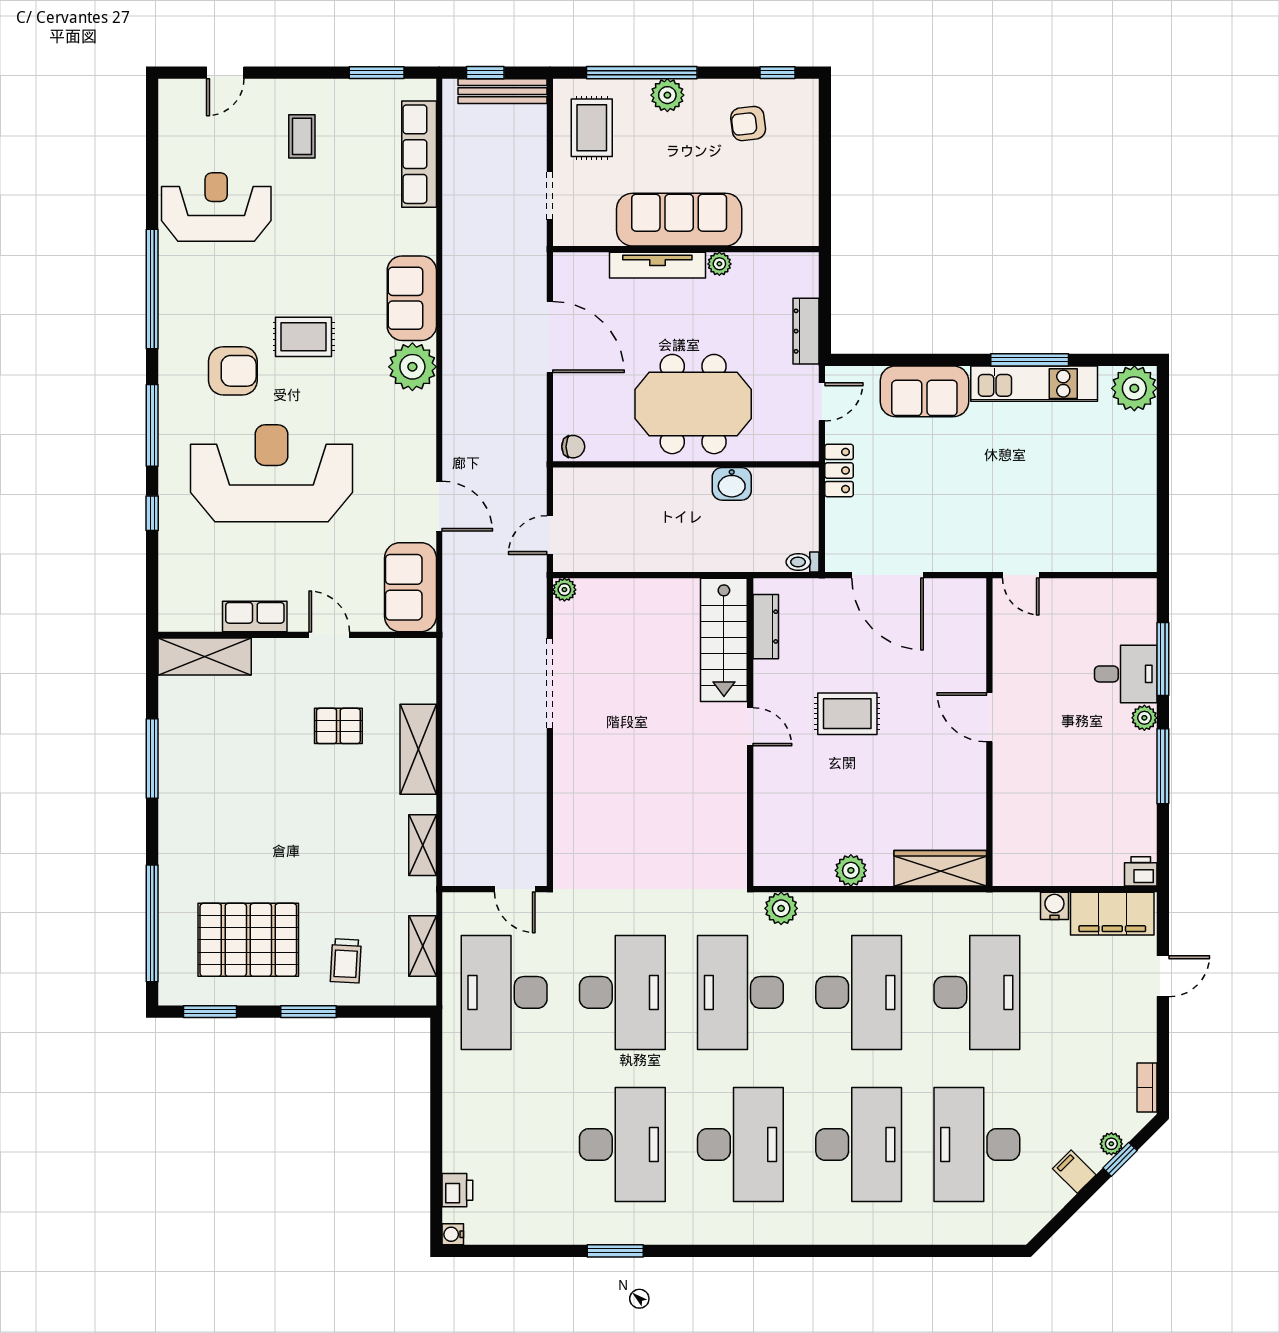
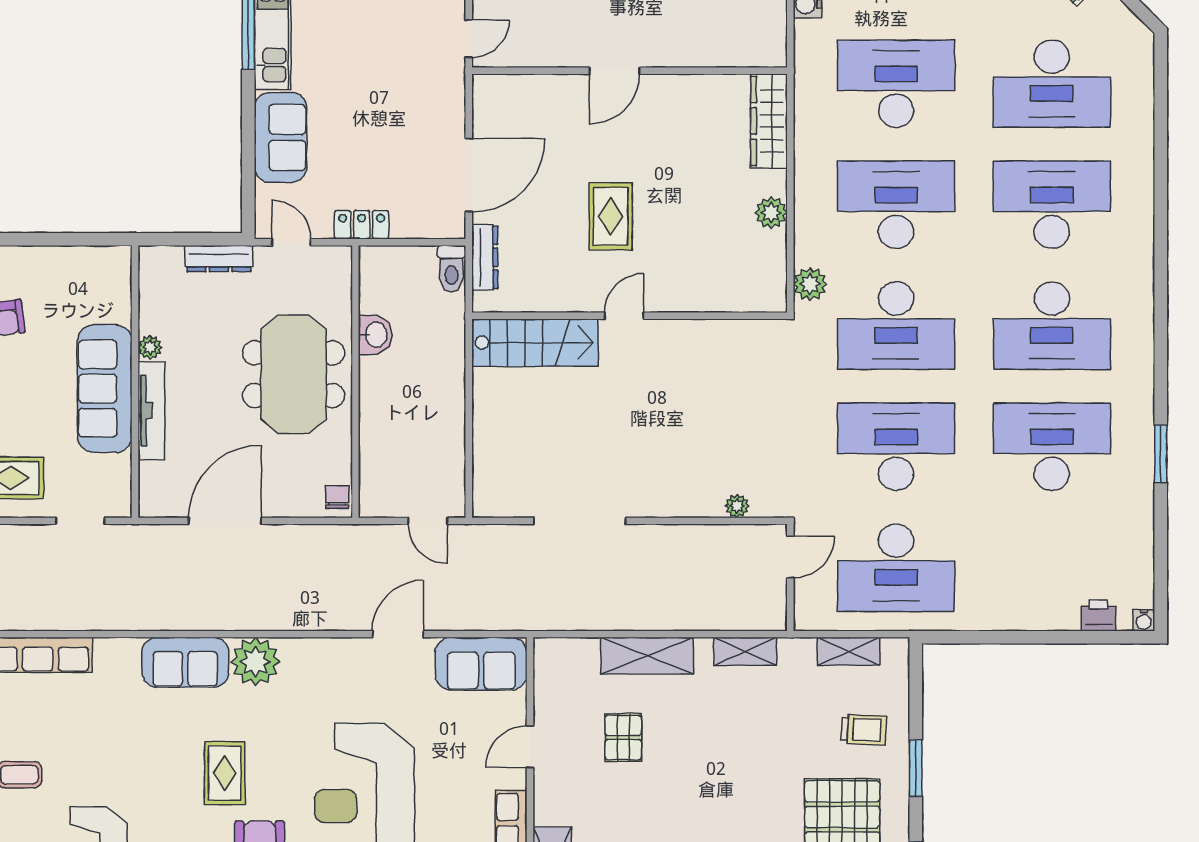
toilet: (803, 562) -> (452, 269), width x1.37, depth x1.39
plant: (564, 590) -> (737, 506), moved
dresser: (766, 627) -> (485, 257), moved, turned 90
desk: (740, 1145) -> (1052, 326), turned 180

